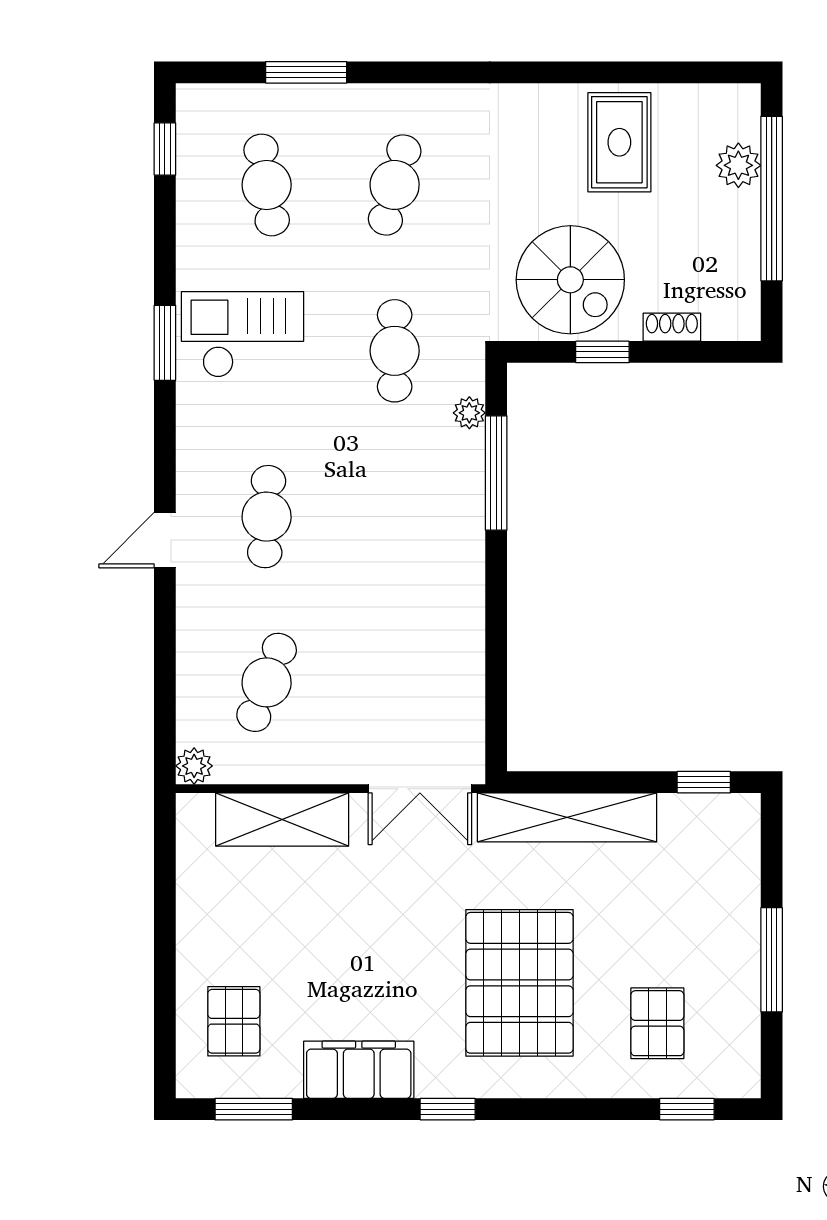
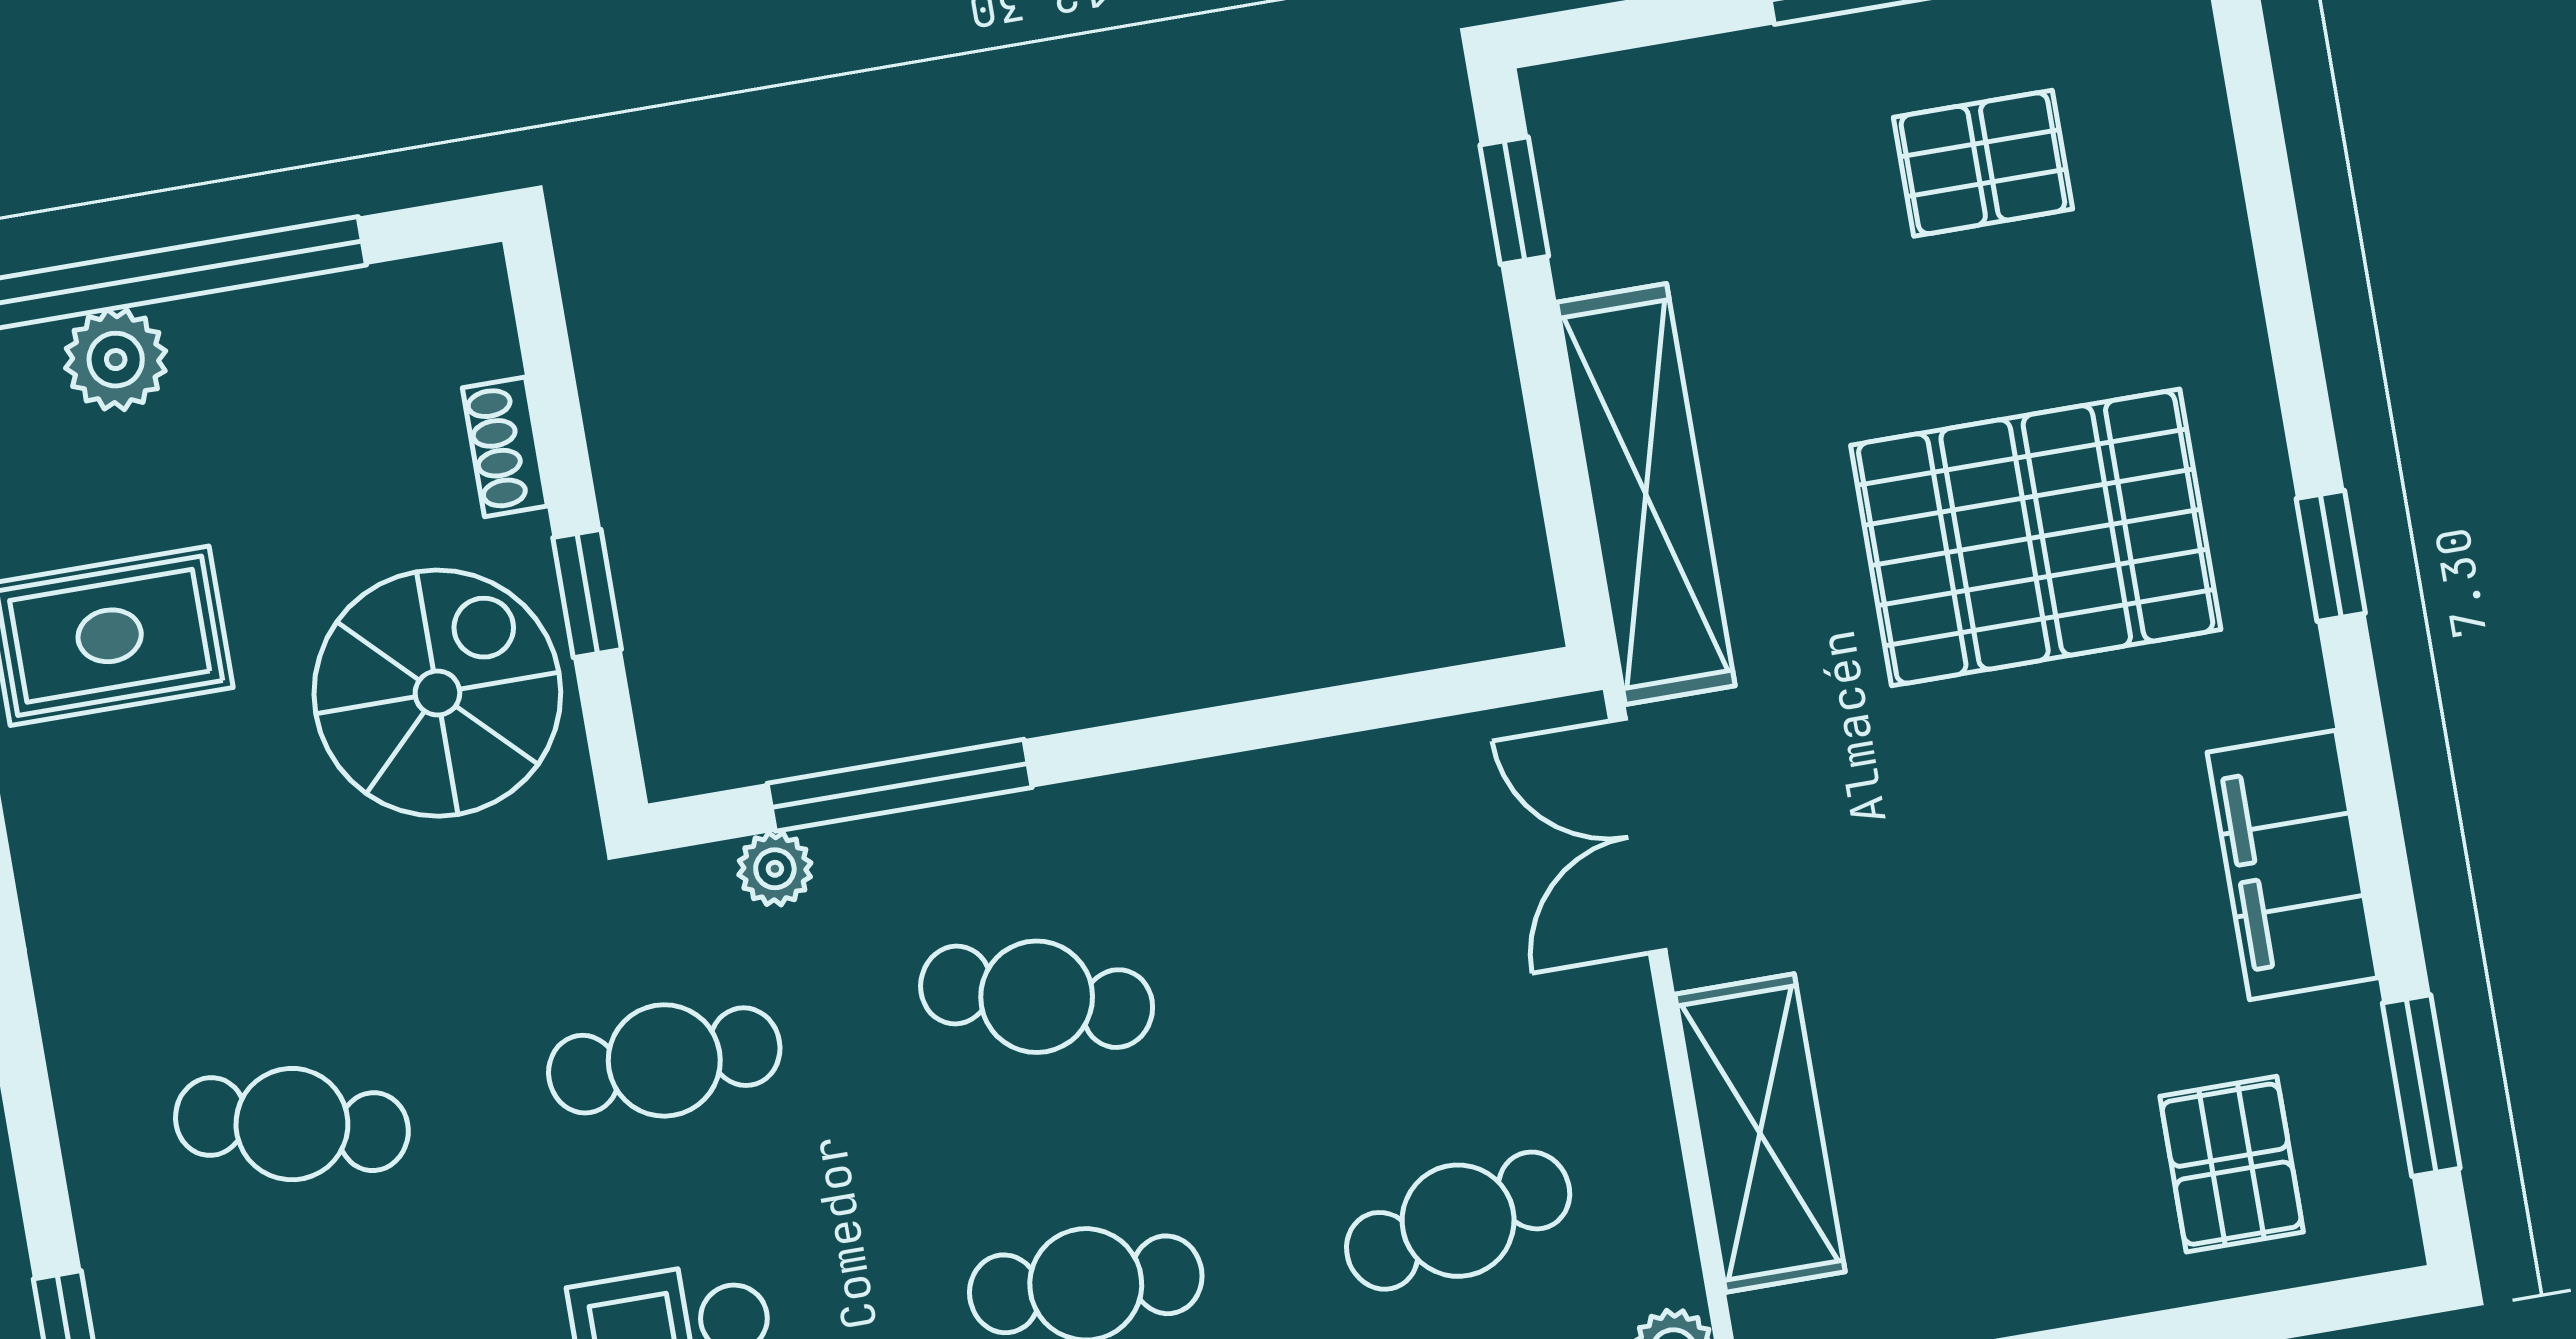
cafe table: (395, 517) -> (1037, 997), added
cafe table: (267, 682) -> (1458, 1221), turned -33
double door: (420, 789) -> (1638, 836), swing flipped
pallet: (234, 1021) -> (2232, 1164), turned 90
pallet: (657, 1023) -> (1983, 163), moved
window: (448, 1109) -> (2331, 556), moved
window: (687, 1109) -> (2255, 113), removed

